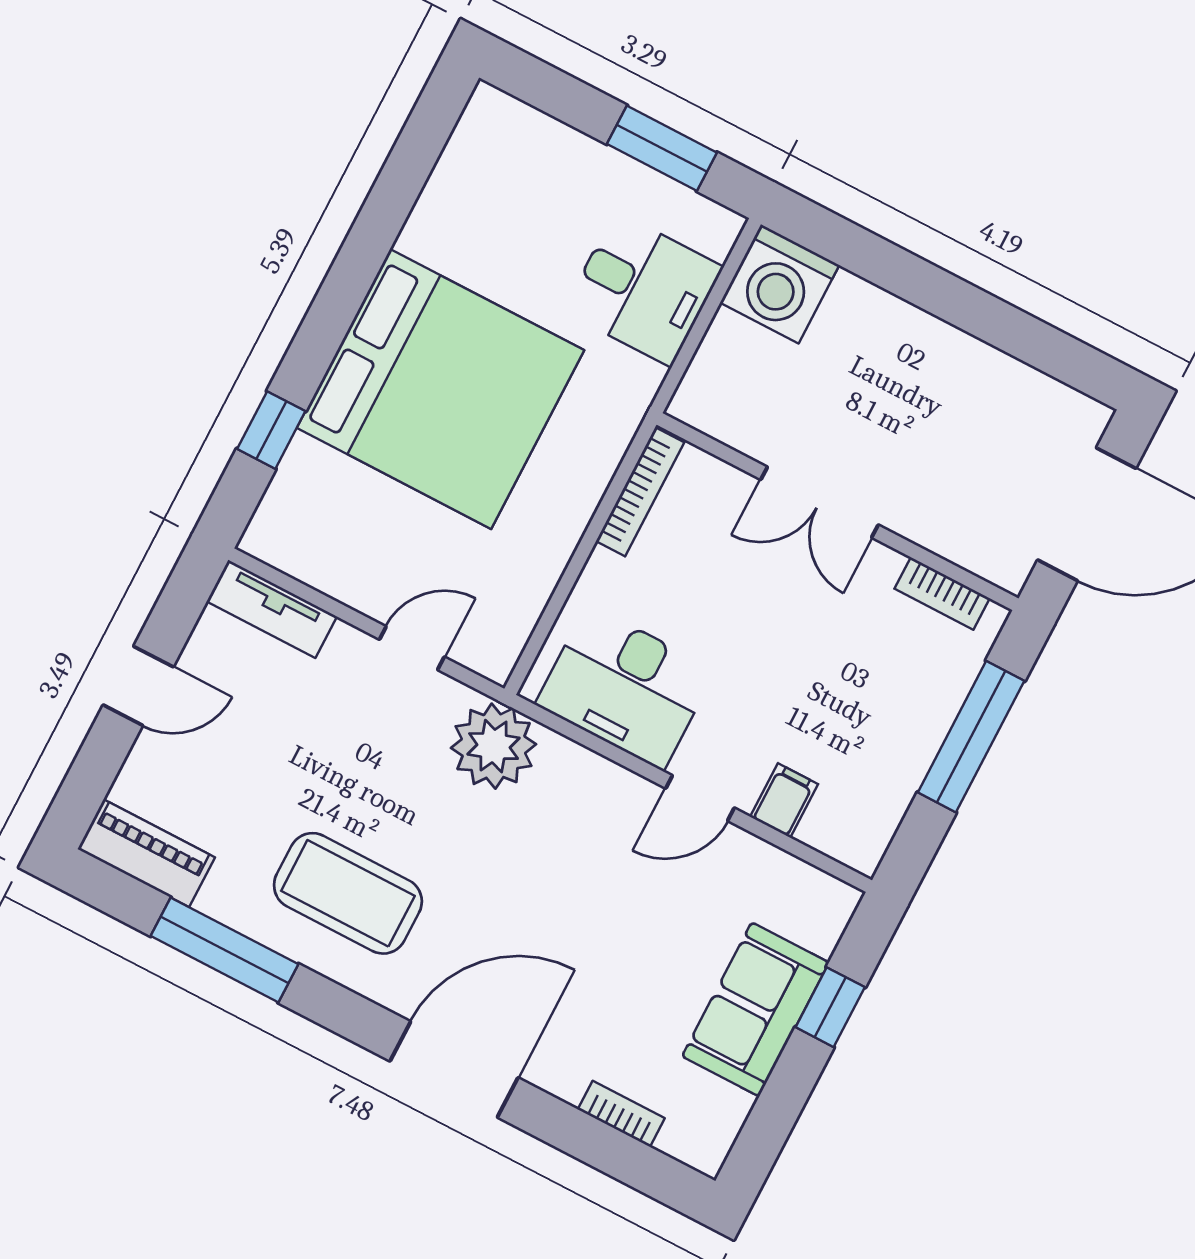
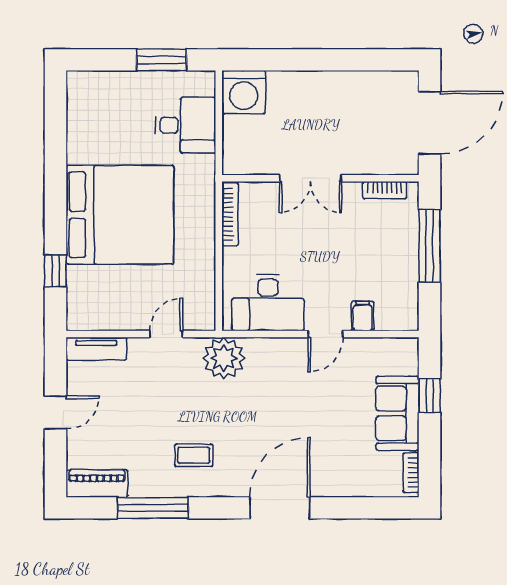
coffee table: (348, 893) -> (194, 455), width x0.54, depth x0.58
bookcase: (621, 1114) -> (411, 473), moved, turned -90

